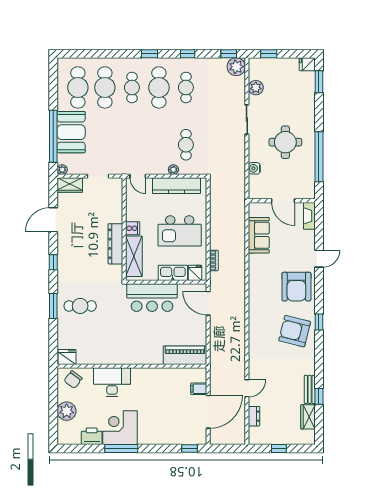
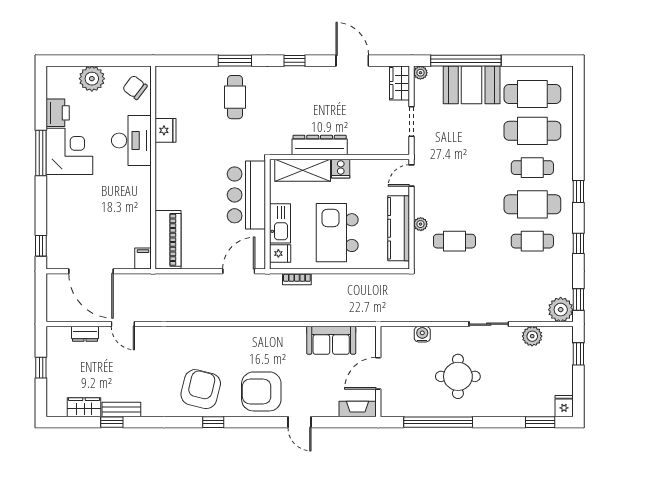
fridge: (67, 357) -> (166, 130), moved
filing cabinet: (199, 389) -> (143, 259), moved

